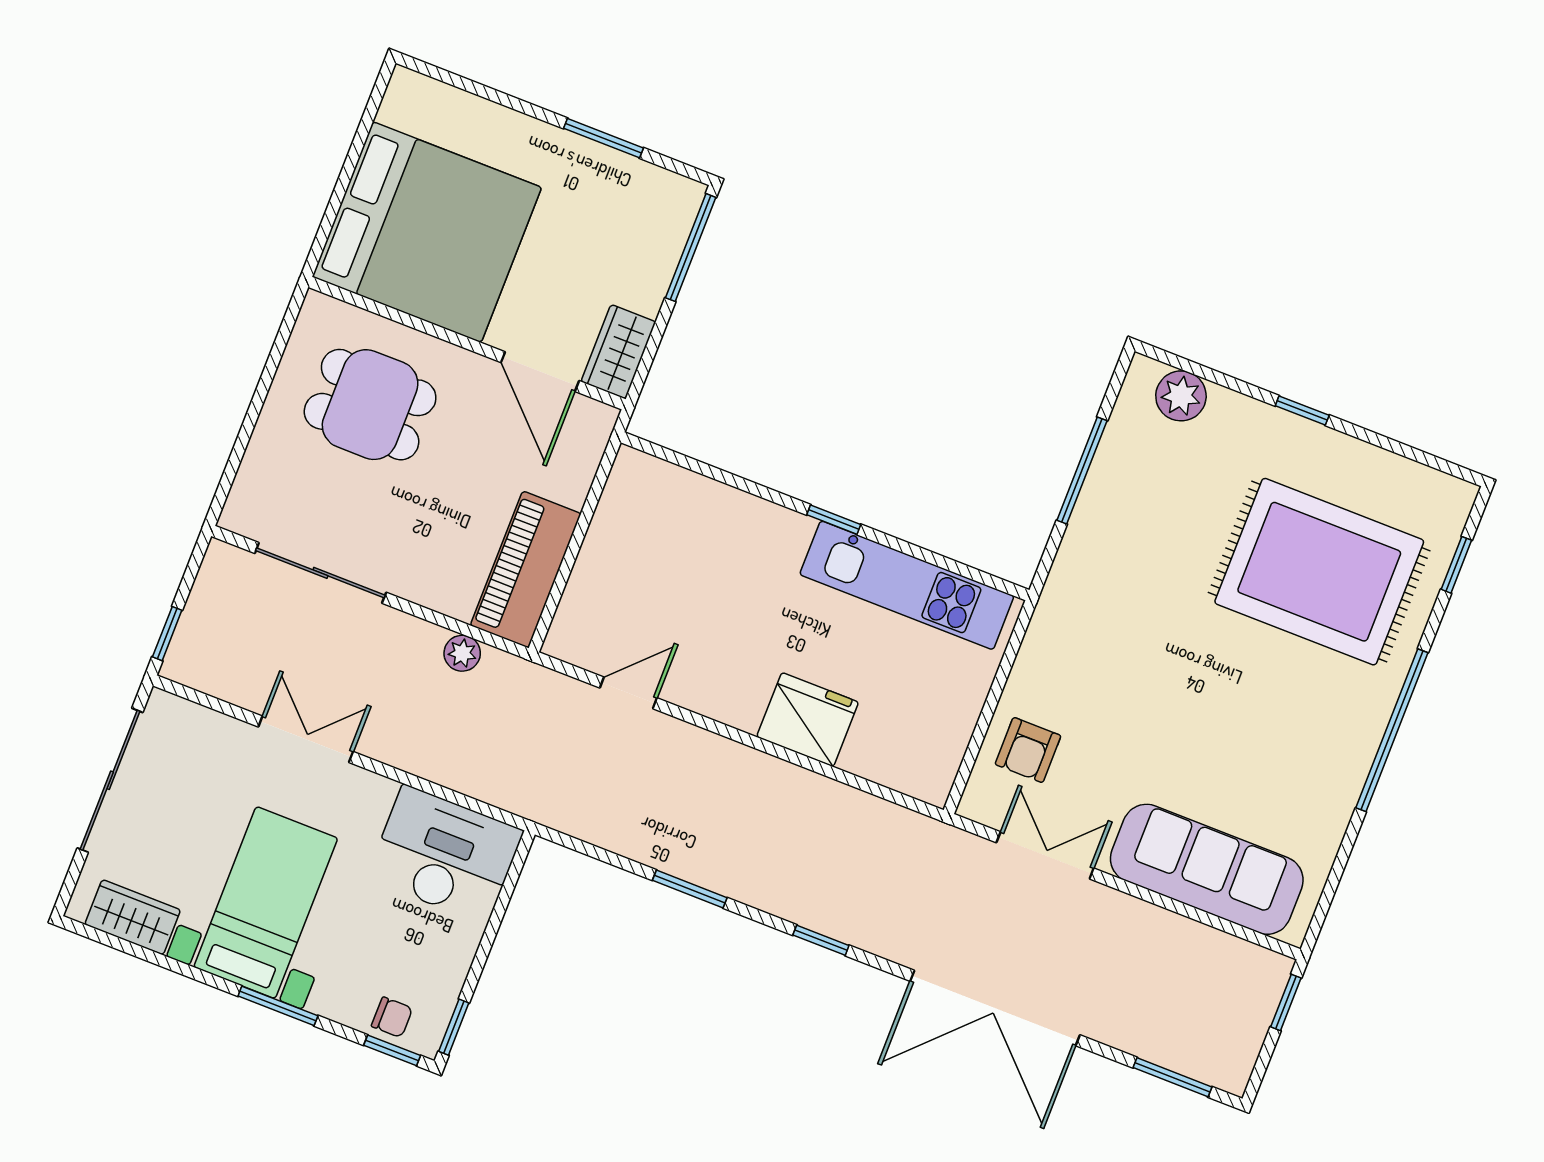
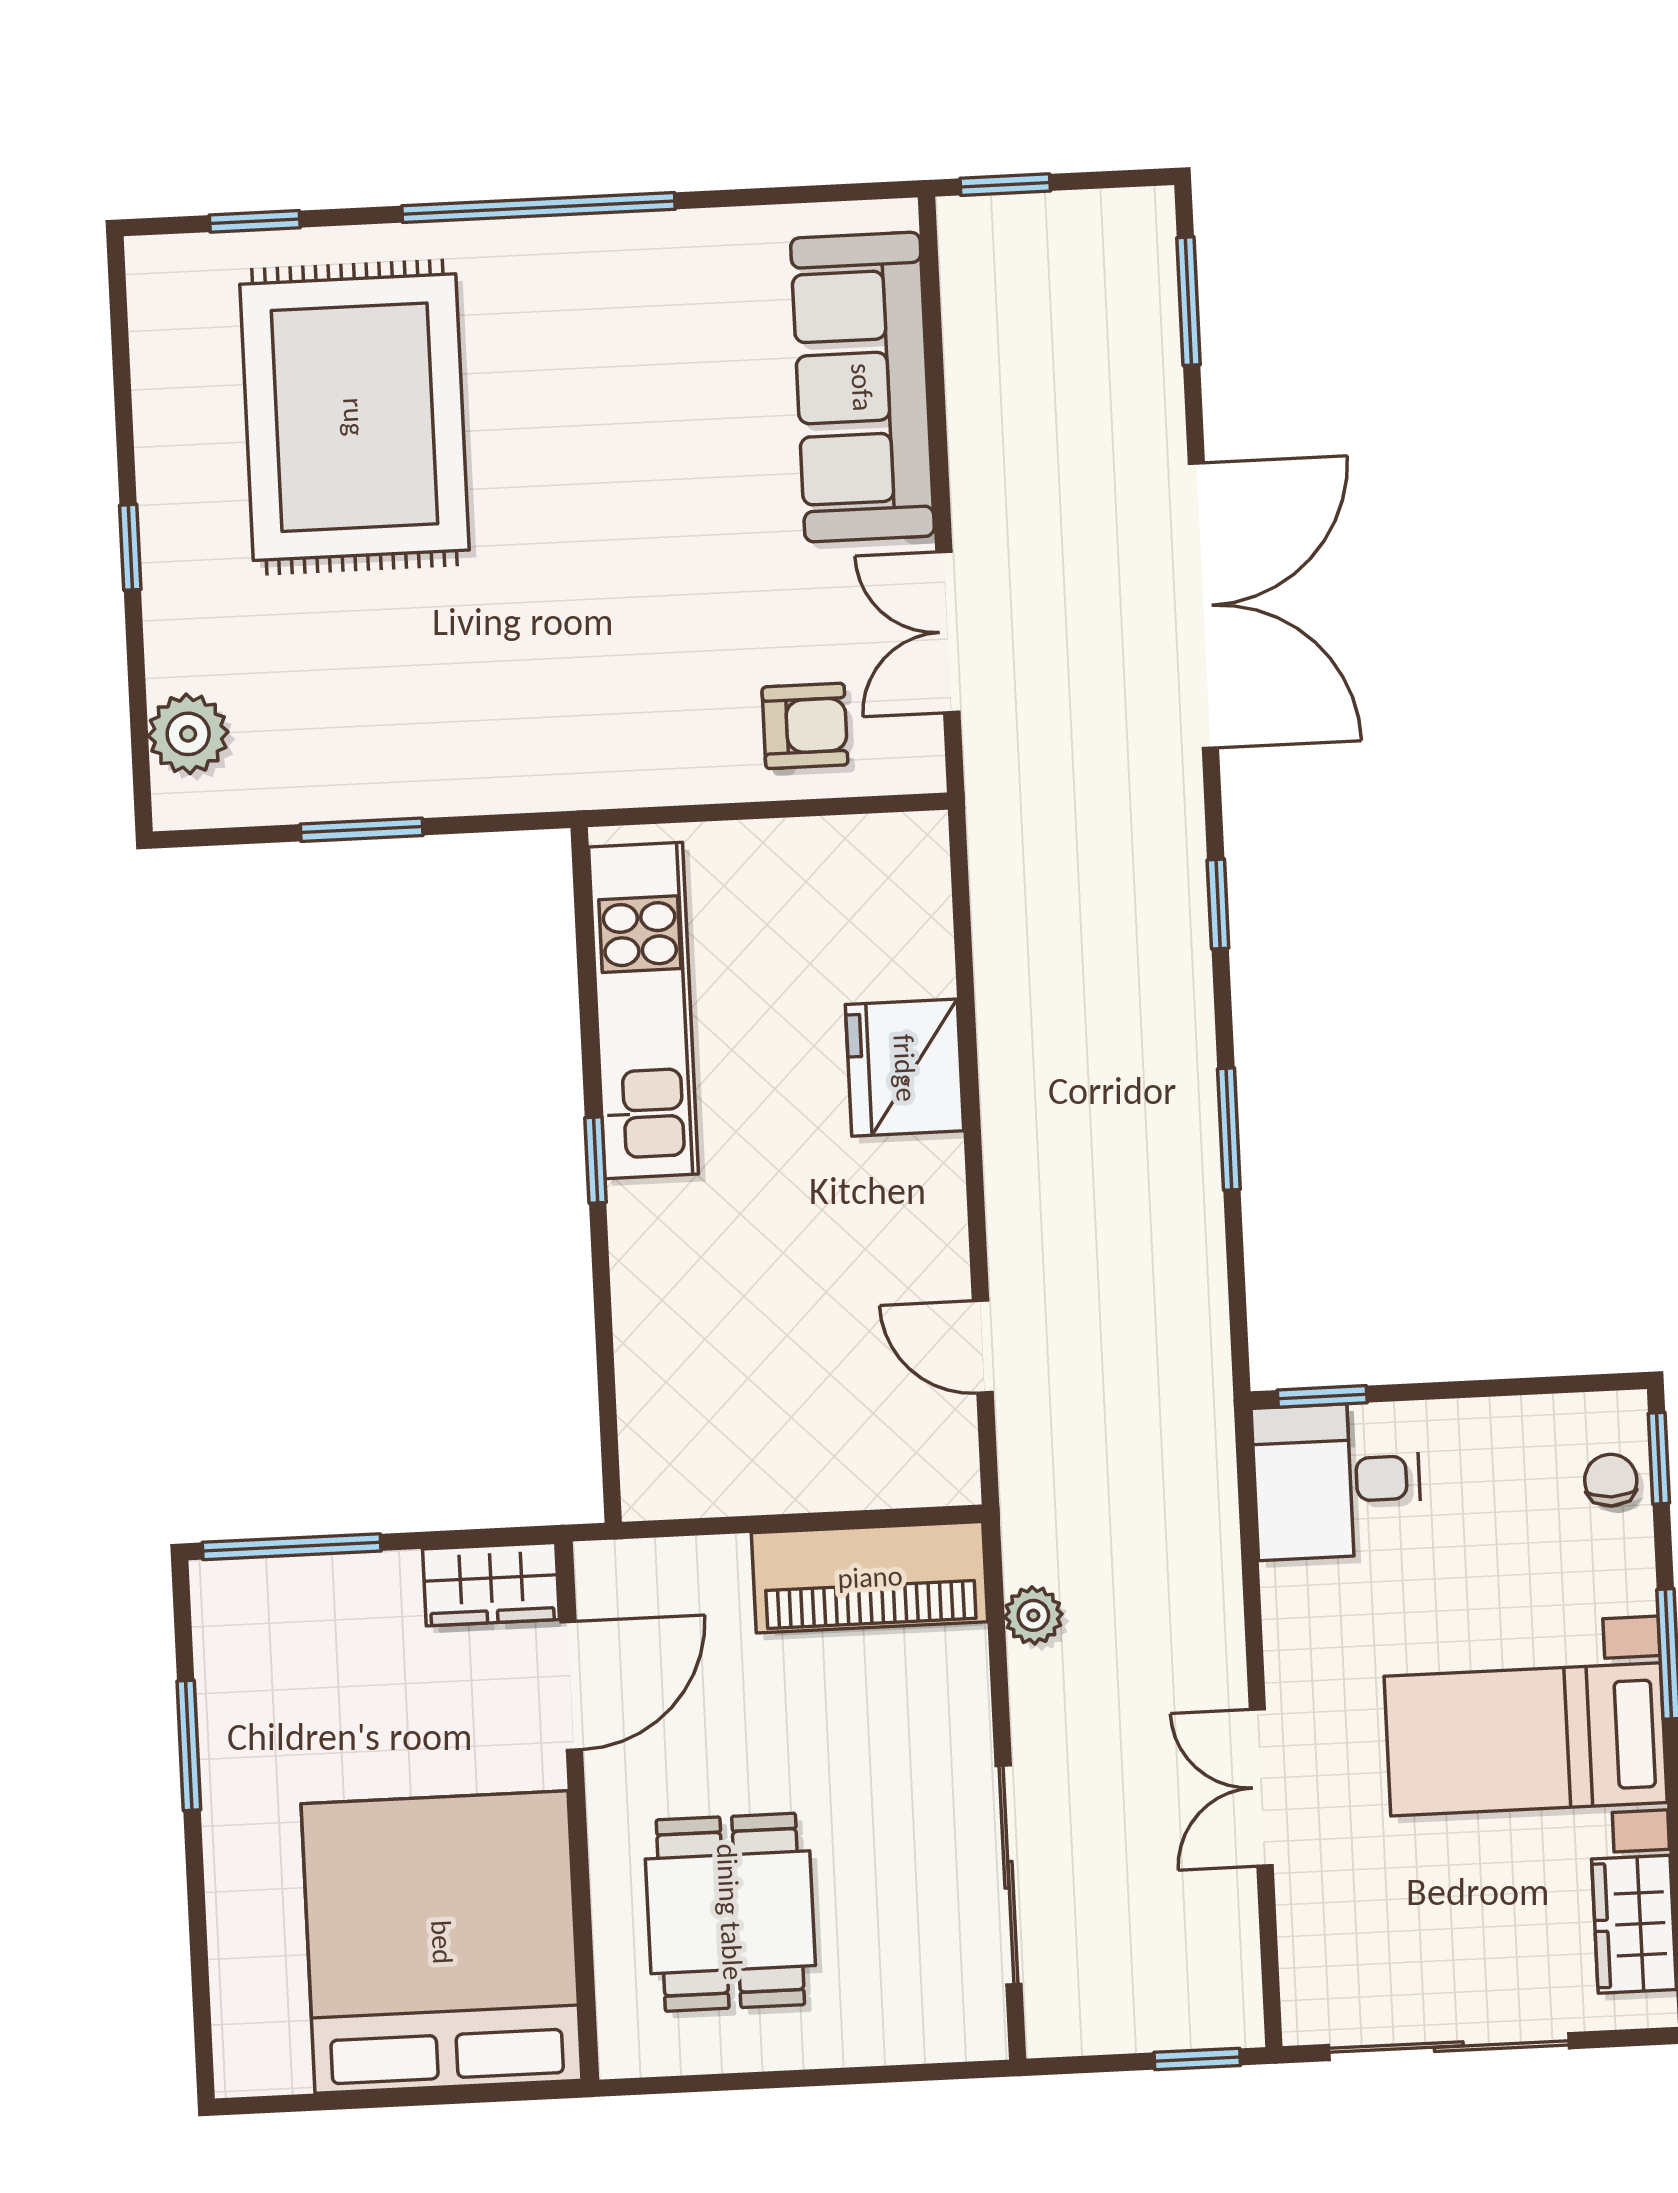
window: (1082, 470) -> (362, 830), width x0.69
desk: (445, 855) -> (1337, 1481), width x0.73
window: (454, 1027) -> (1322, 1396), moved

